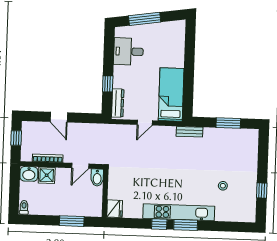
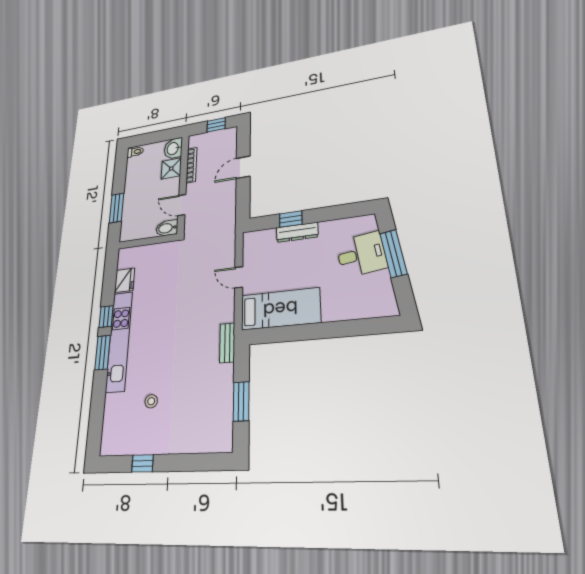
desk: (128, 51) -> (361, 254), moved, turned 82
dresser: (118, 103) -> (297, 232), moved
fridge: (115, 209) -> (125, 280), moved, turned -90

